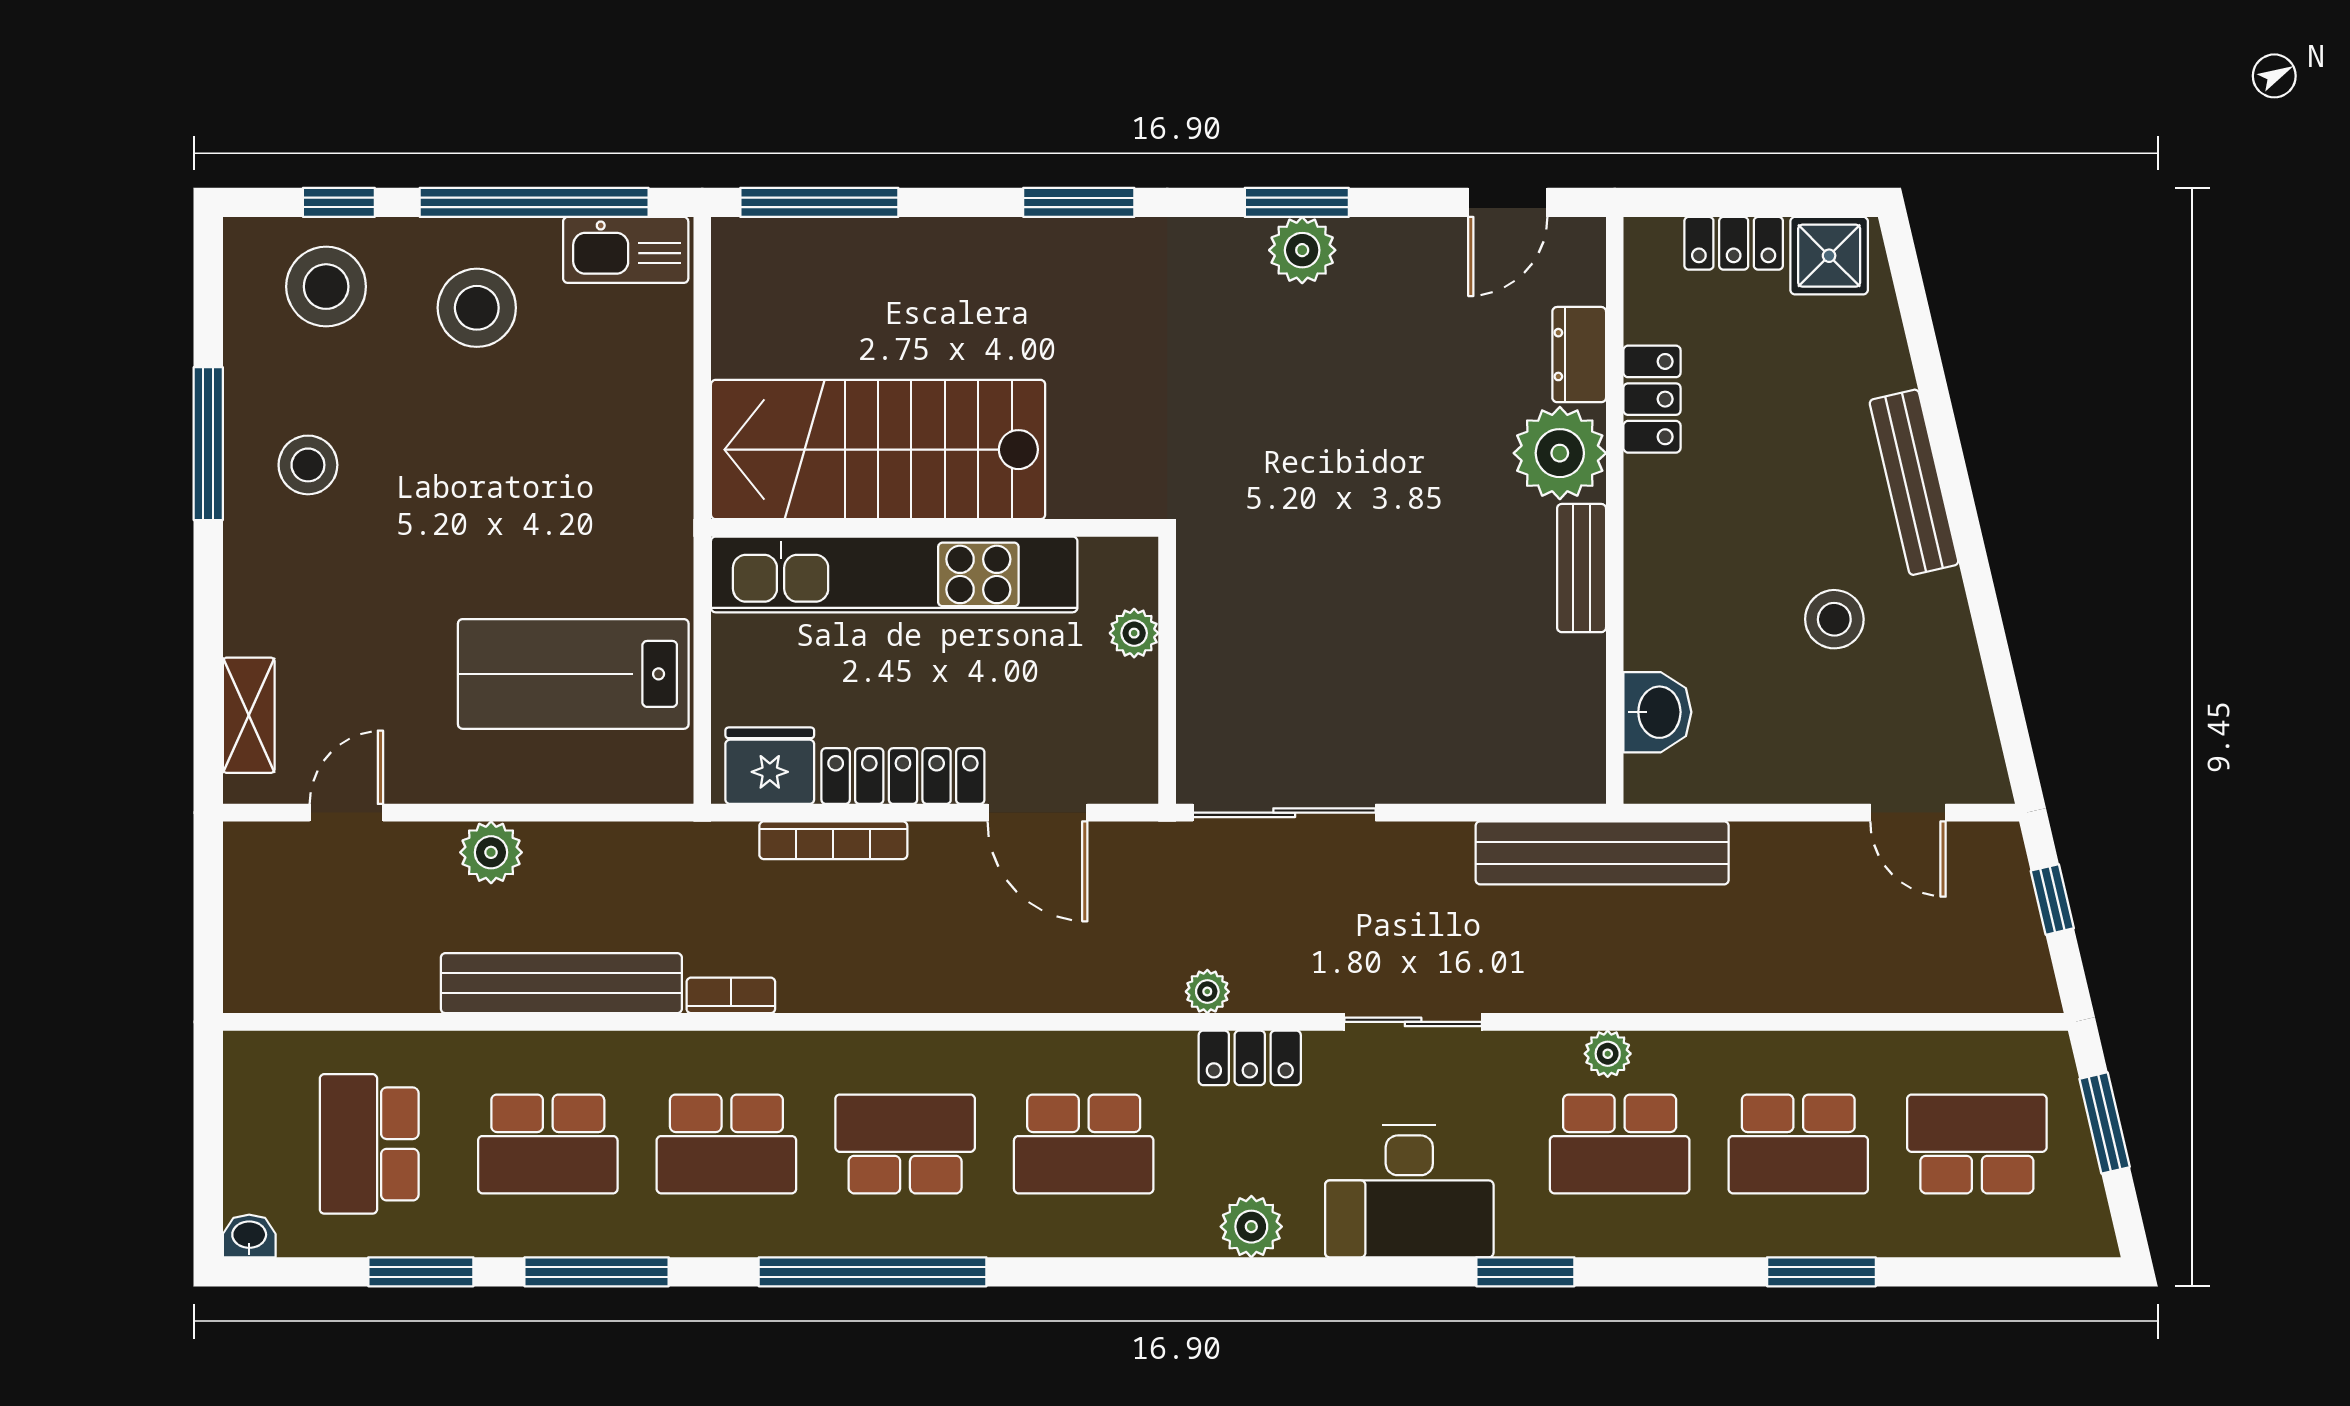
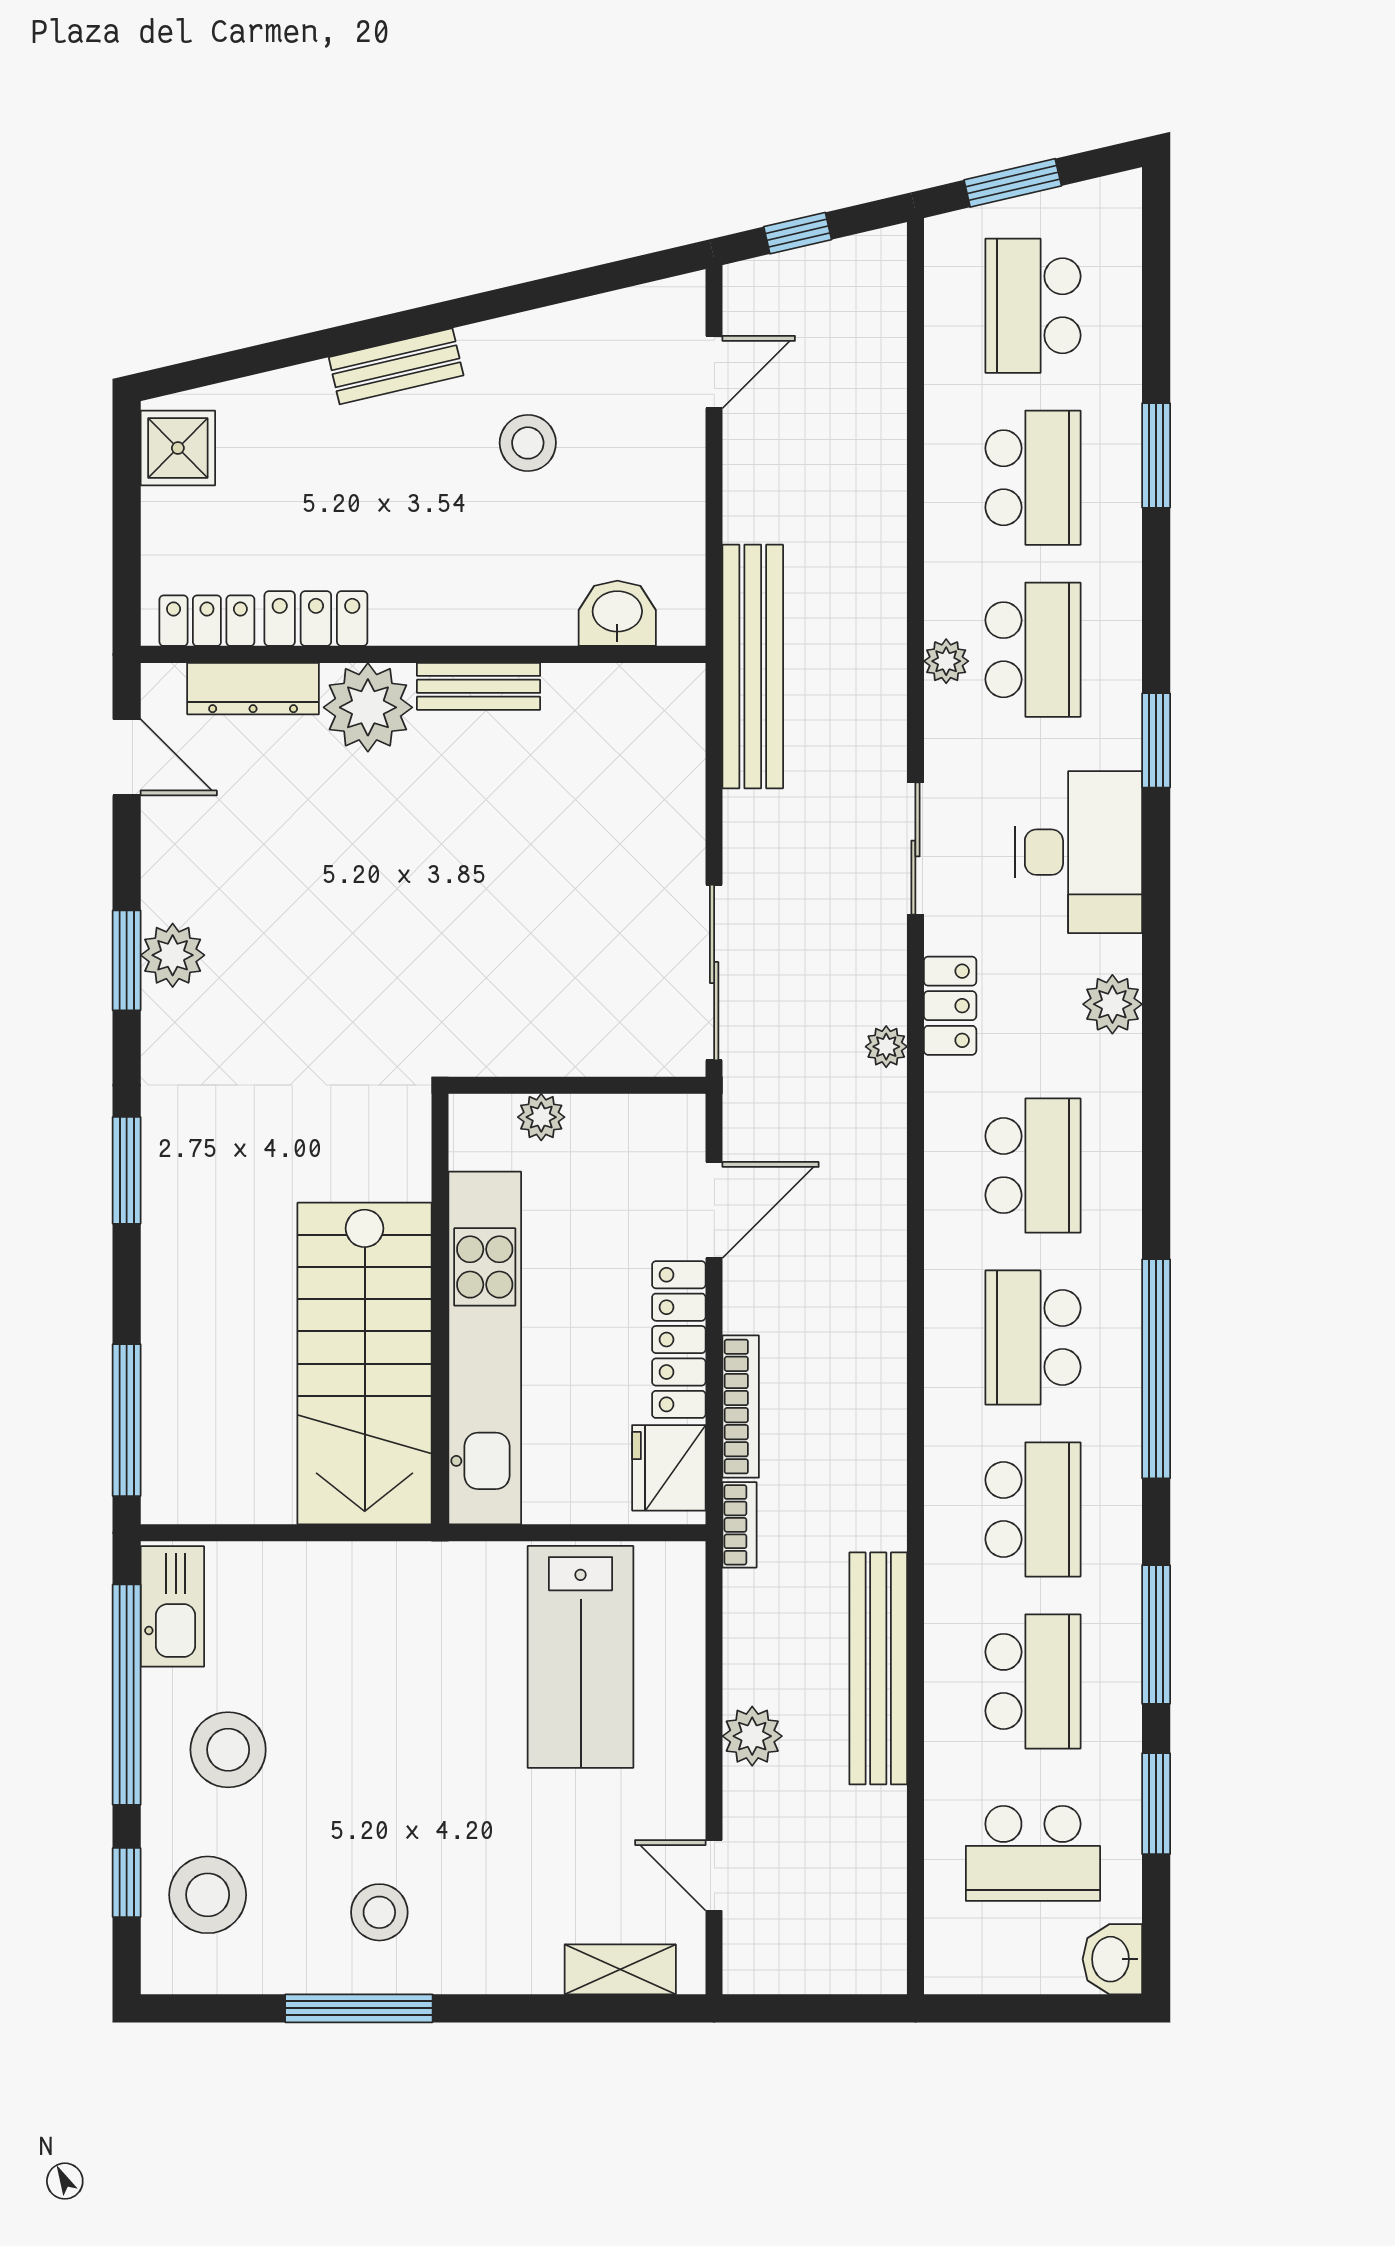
locker: (1734, 243) -> (207, 621), moved, turned -90
dresser: (1579, 355) -> (253, 689), width x1.44
bench: (1914, 482) -> (396, 366), width x0.73
bookcase: (731, 995) -> (740, 1525), moved, turned 180
washbasin: (249, 1236) -> (1112, 1959), width x1.38, depth x1.45

